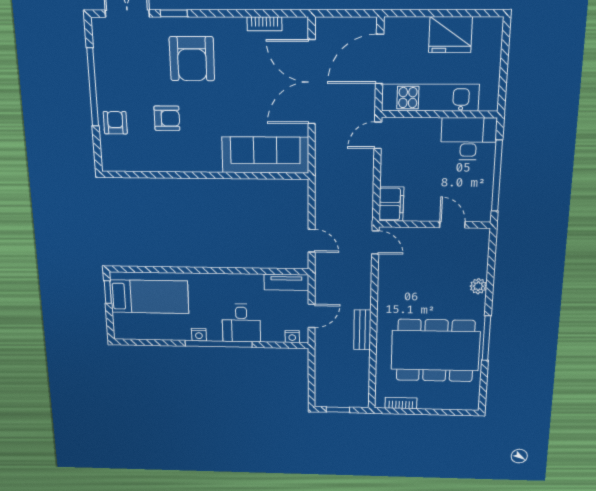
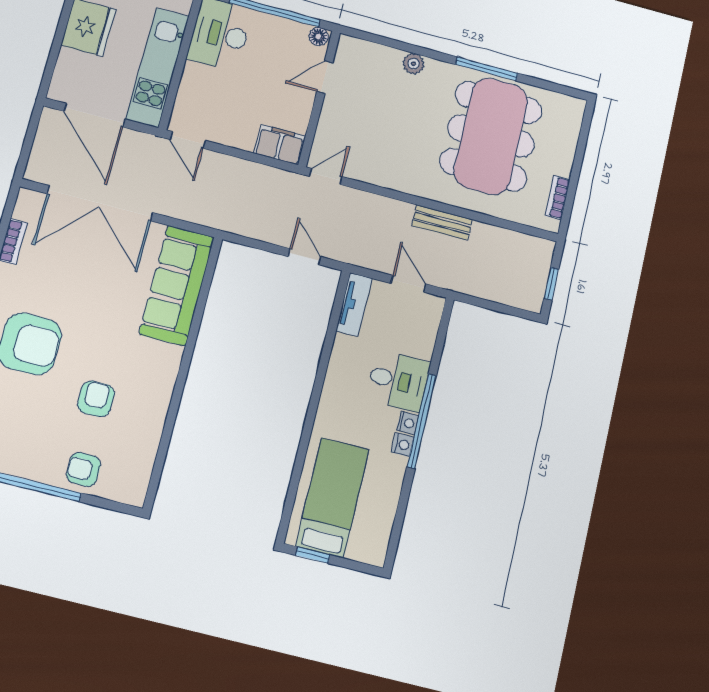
floor lamp: (484, 213) -> (318, 37), added
door: (312, 241) -> (305, 257), hinge flipped
nightstand: (292, 337) -> (408, 423), moved

